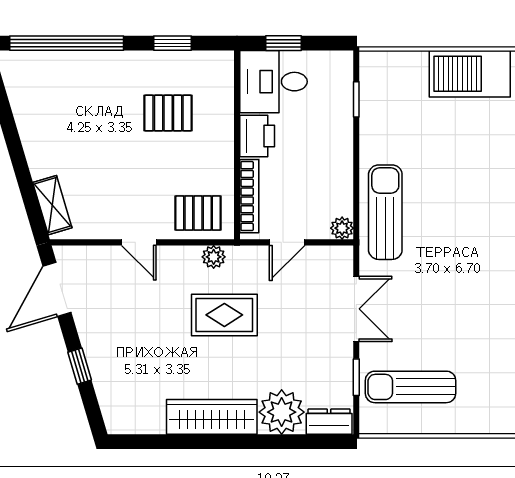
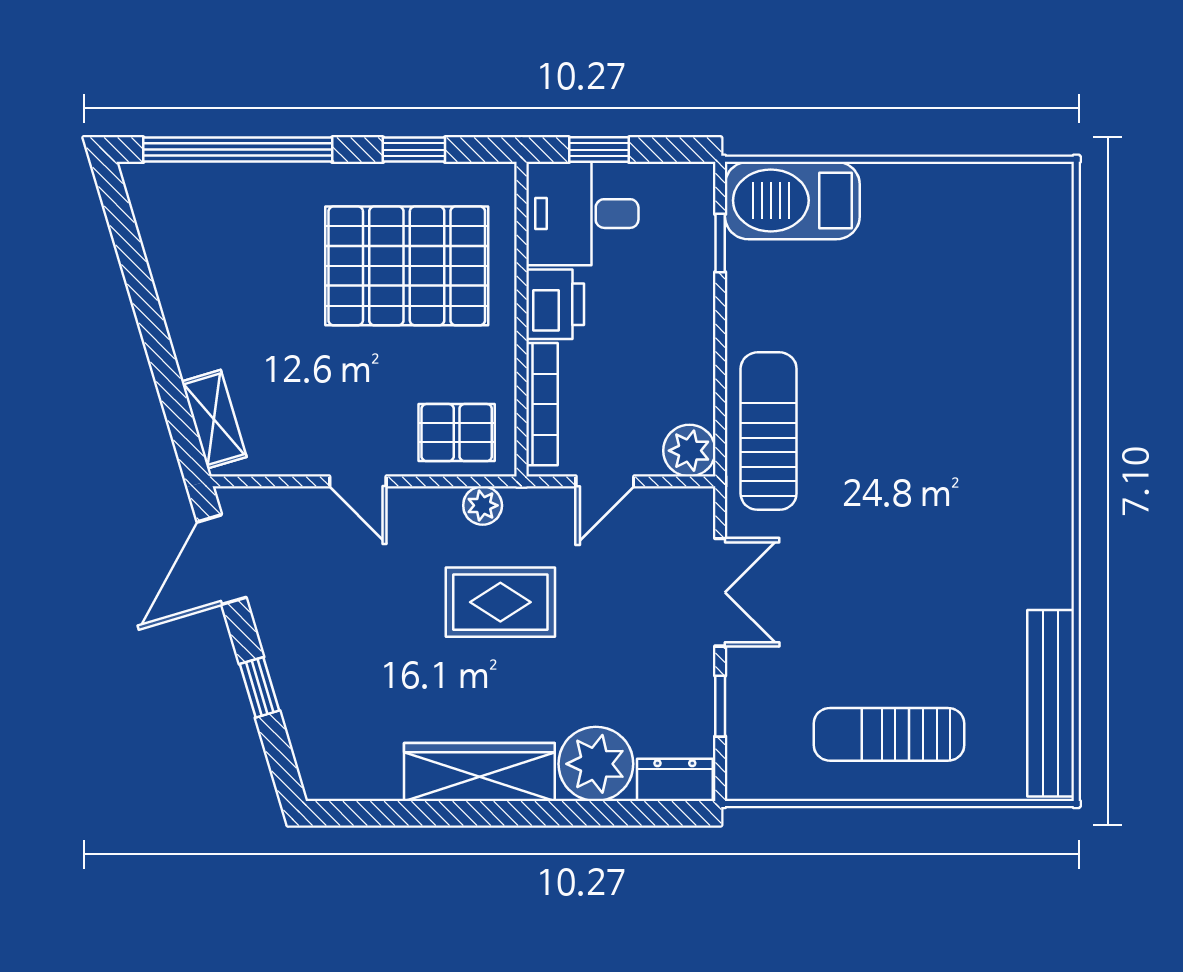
barbecue: (470, 74) -> (792, 200), moved
pallet: (168, 113) -> (407, 266), width x2.05, depth x2.00
plant: (342, 228) -> (689, 451), width x1.38, depth x1.38
sun lounger: (411, 387) -> (889, 734), moved

